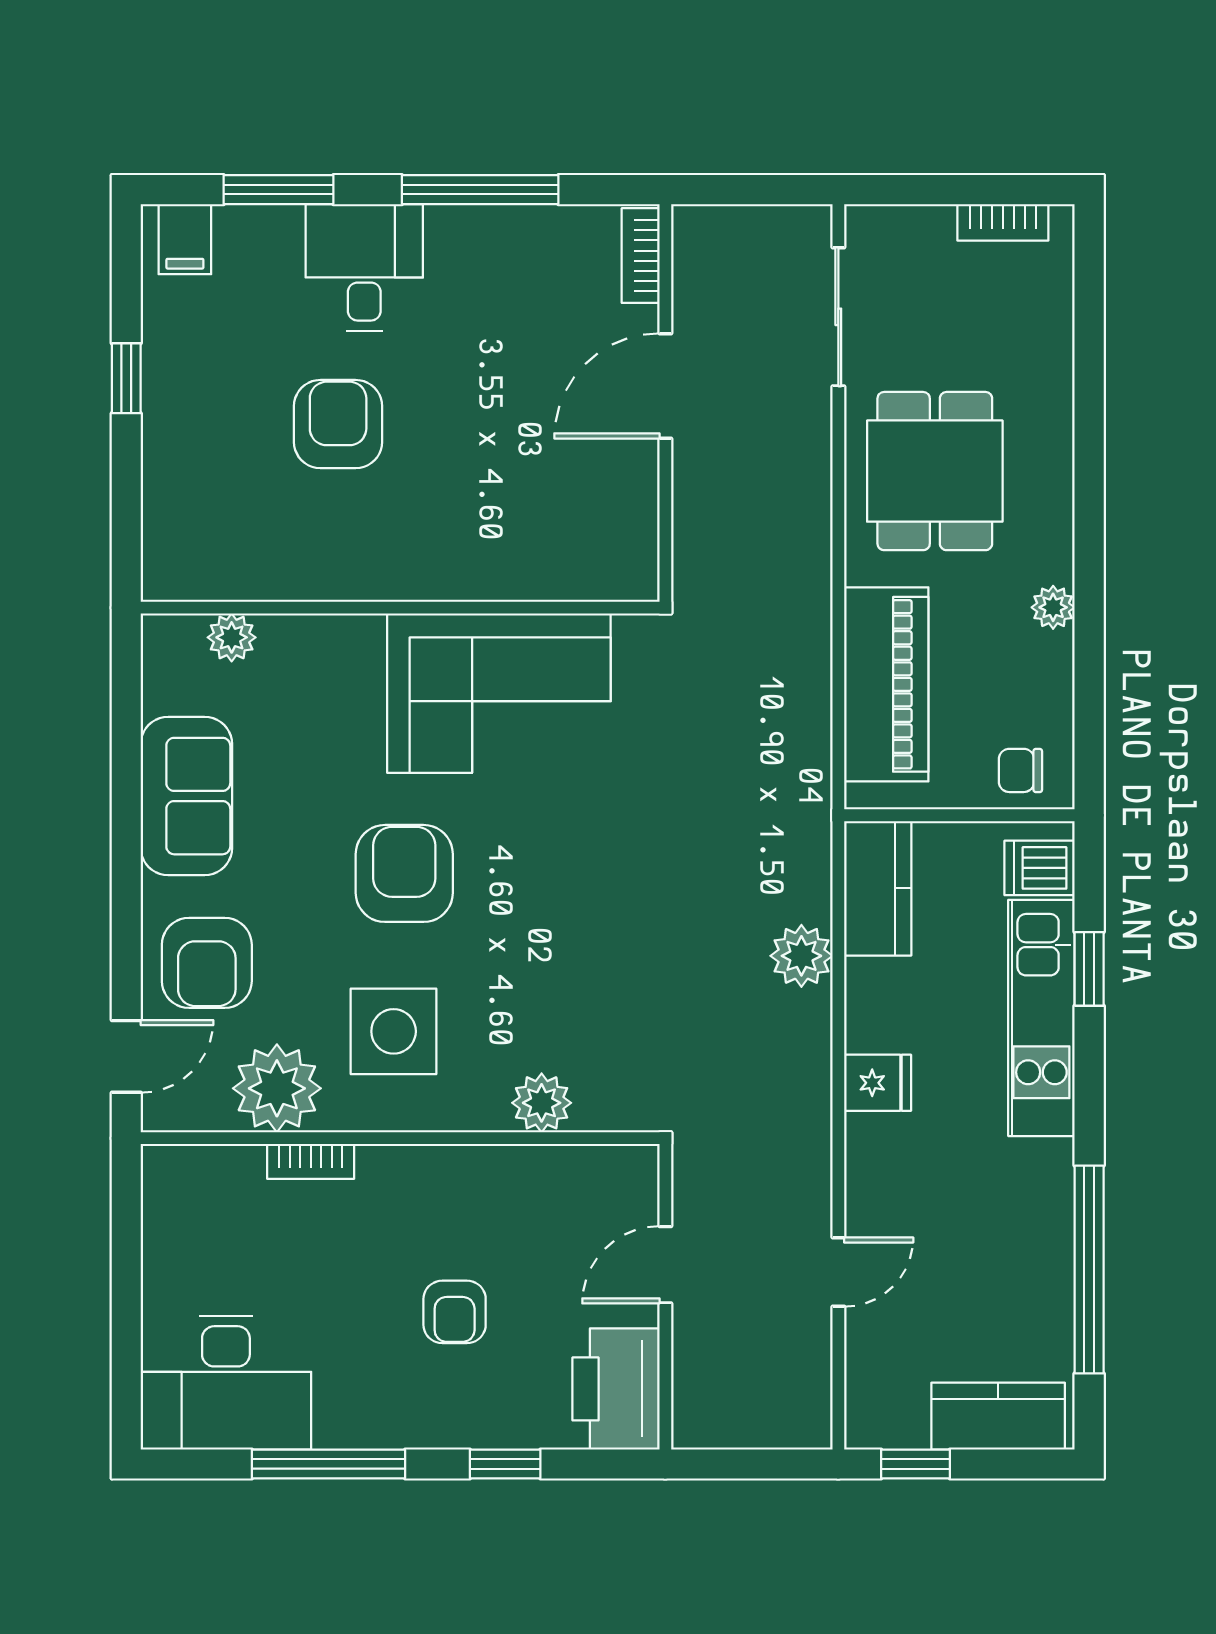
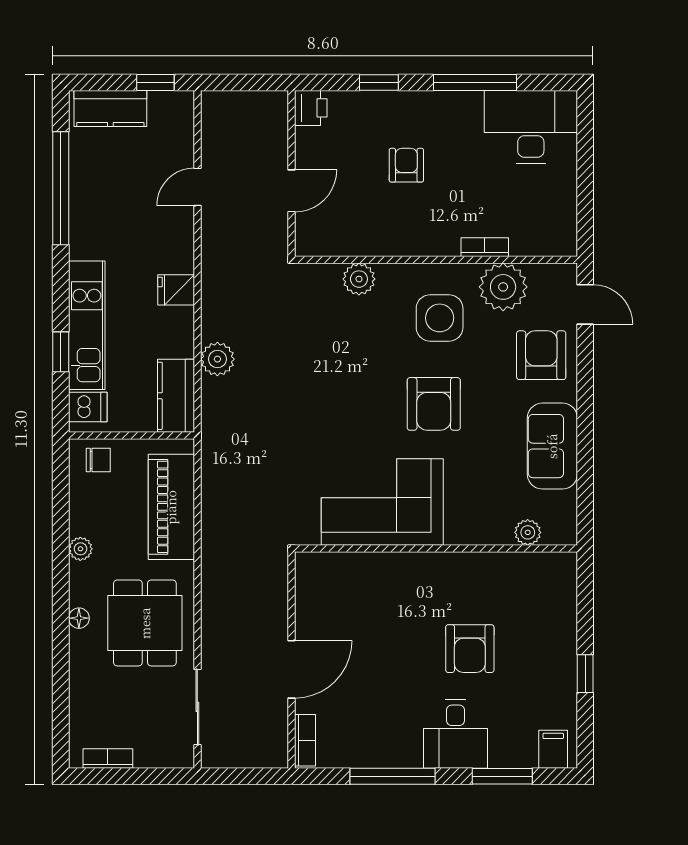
floor lamp: (1056, 480) -> (79, 618), added
door: (126, 1056) -> (585, 304), swing flipped
printer: (616, 1389) -> (311, 108), width x0.53, depth x0.68

